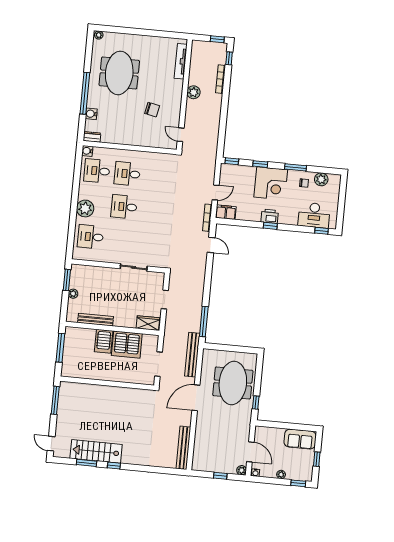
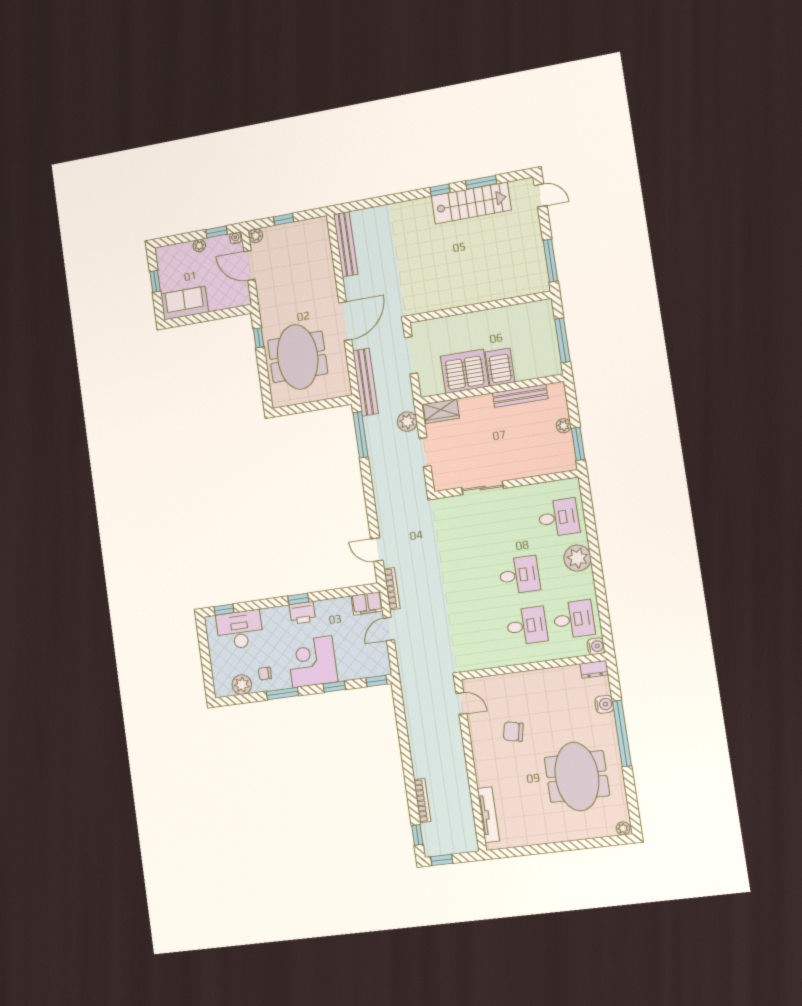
plant: (194, 92) -> (407, 422), moved
window: (298, 483) -> (216, 232), moved

